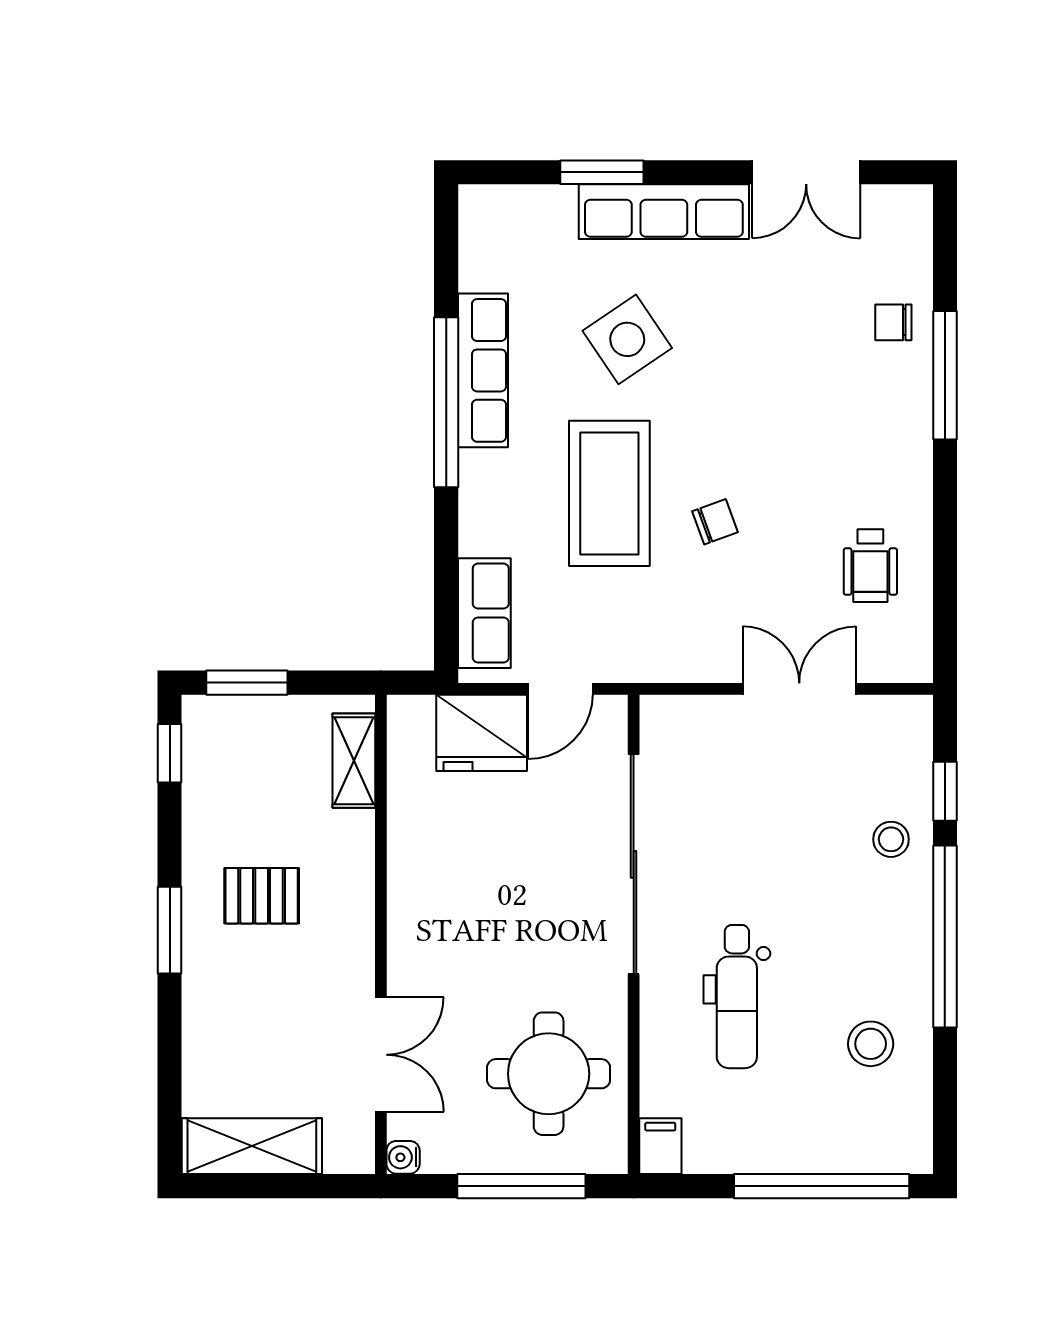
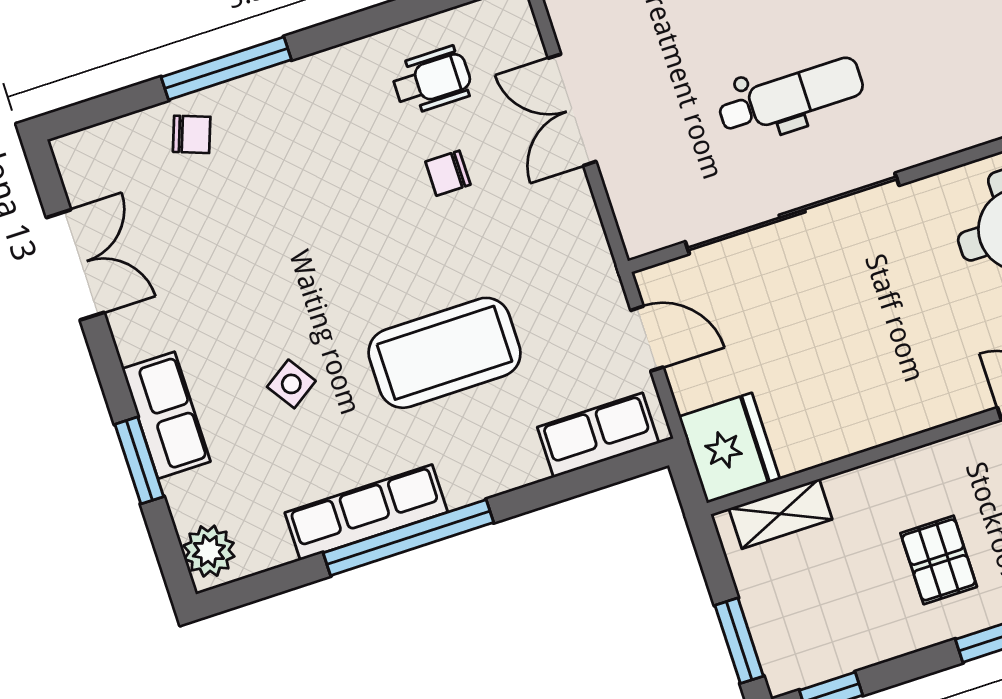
plant: (495, 210) -> (209, 551), added
row of seats: (664, 212) -> (166, 415), width x0.68
chair: (893, 322) -> (192, 134), turned -70
side table: (627, 339) -> (291, 384), width x0.54, depth x0.54
chair: (715, 522) -> (448, 173), moved, turned -70
fridge: (482, 733) -> (729, 448), moved
dental chair: (737, 997) -> (791, 96), moved

